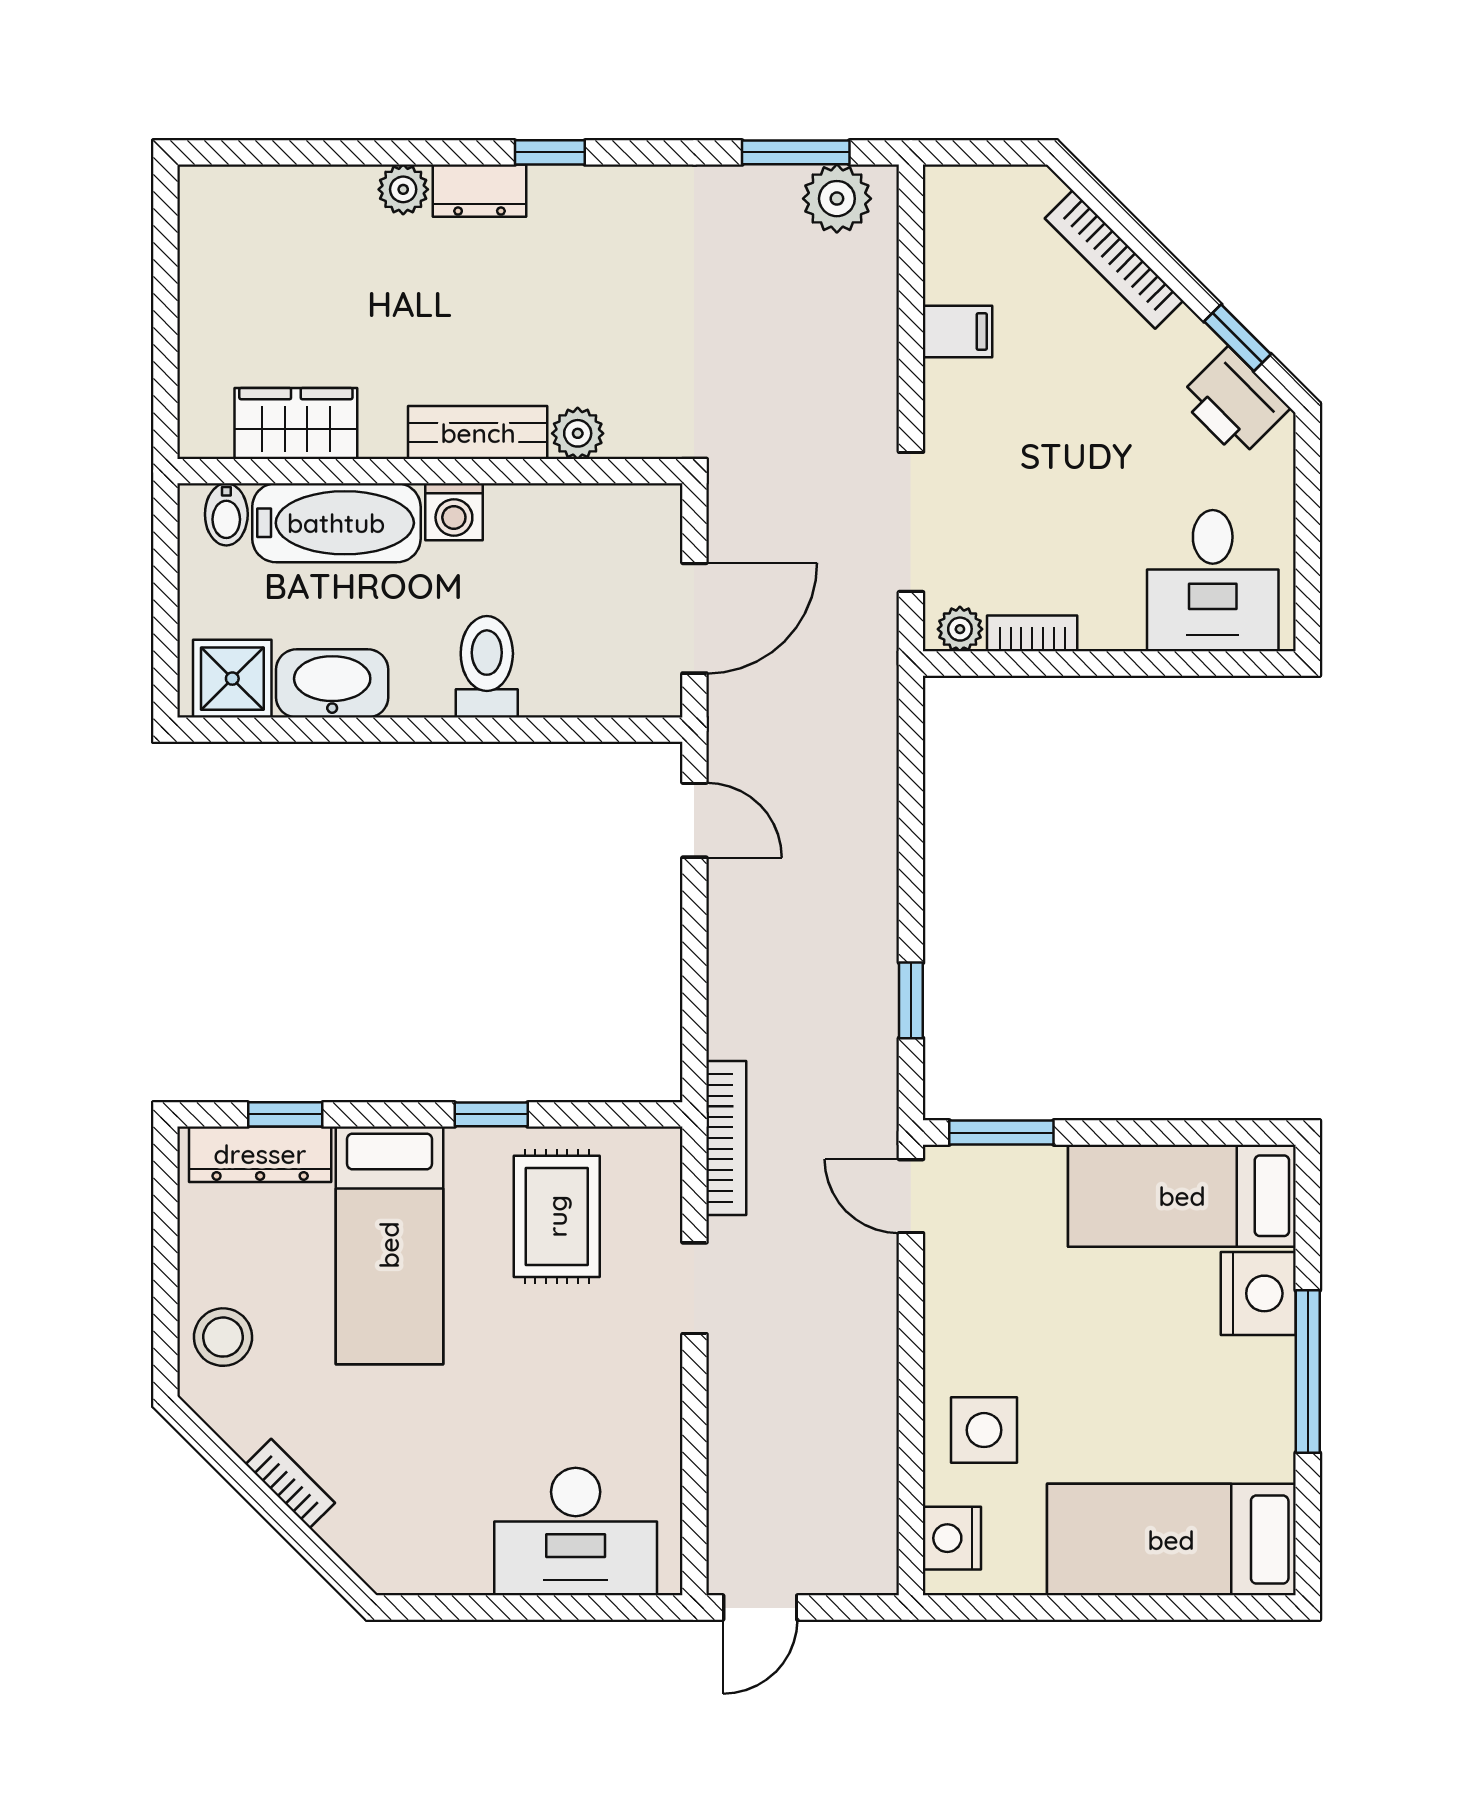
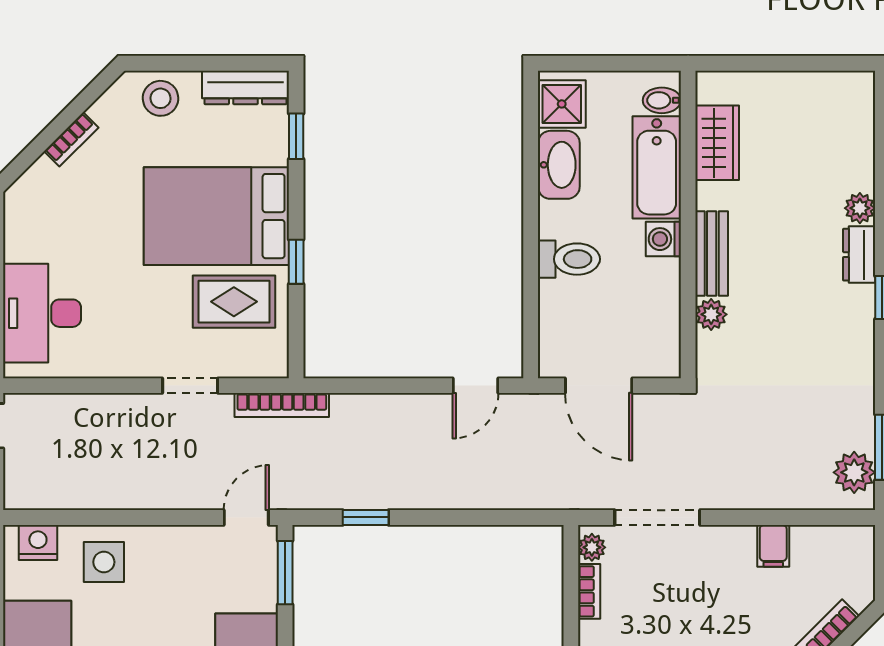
dresser: (260, 1154) -> (246, 87), moved, turned -90
bed: (389, 1245) -> (216, 216), width x1.50

